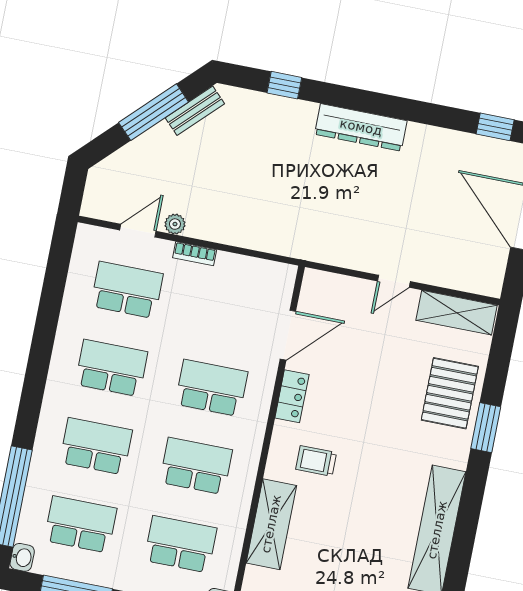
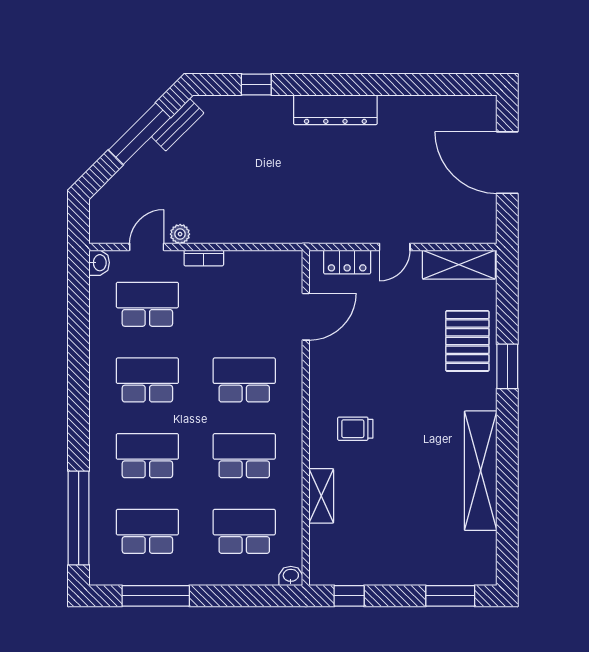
window: (495, 127) -> (460, 84), removed
locker: (292, 396) -> (347, 262), moved, turned 90
shelving: (271, 524) -> (321, 496), width x0.67, depth x0.75
washbasin: (22, 557) -> (99, 263), moved

